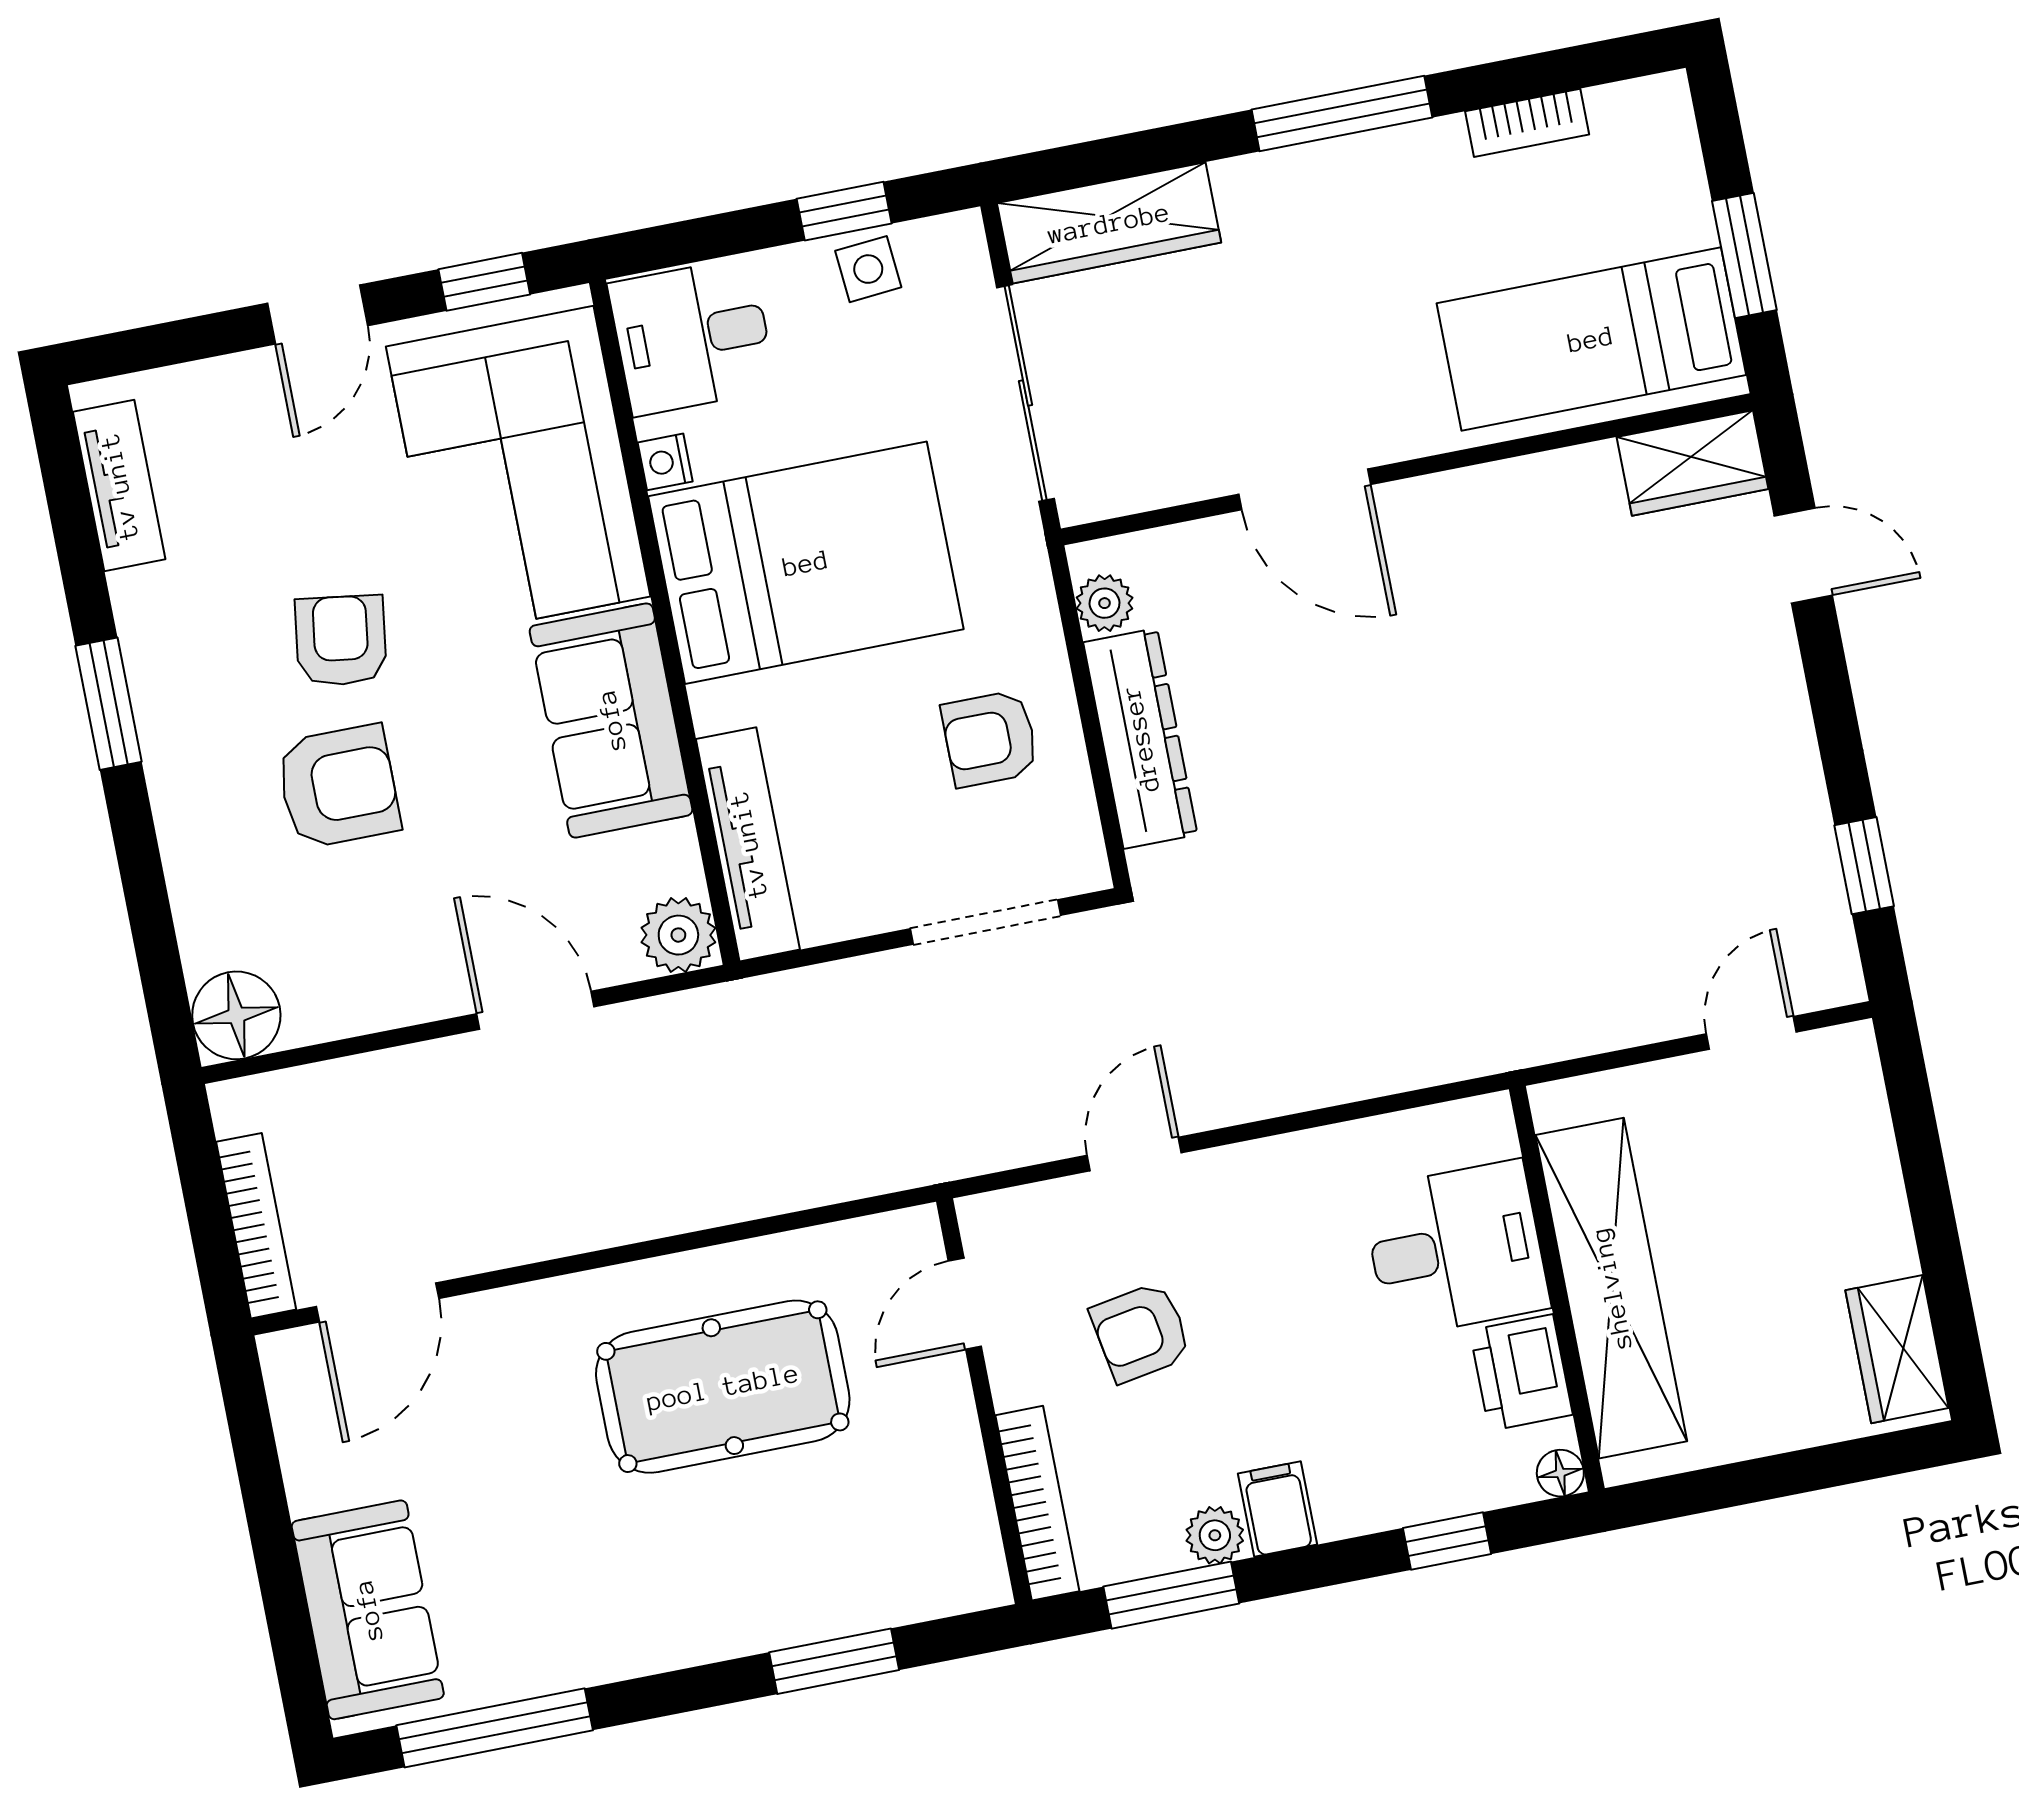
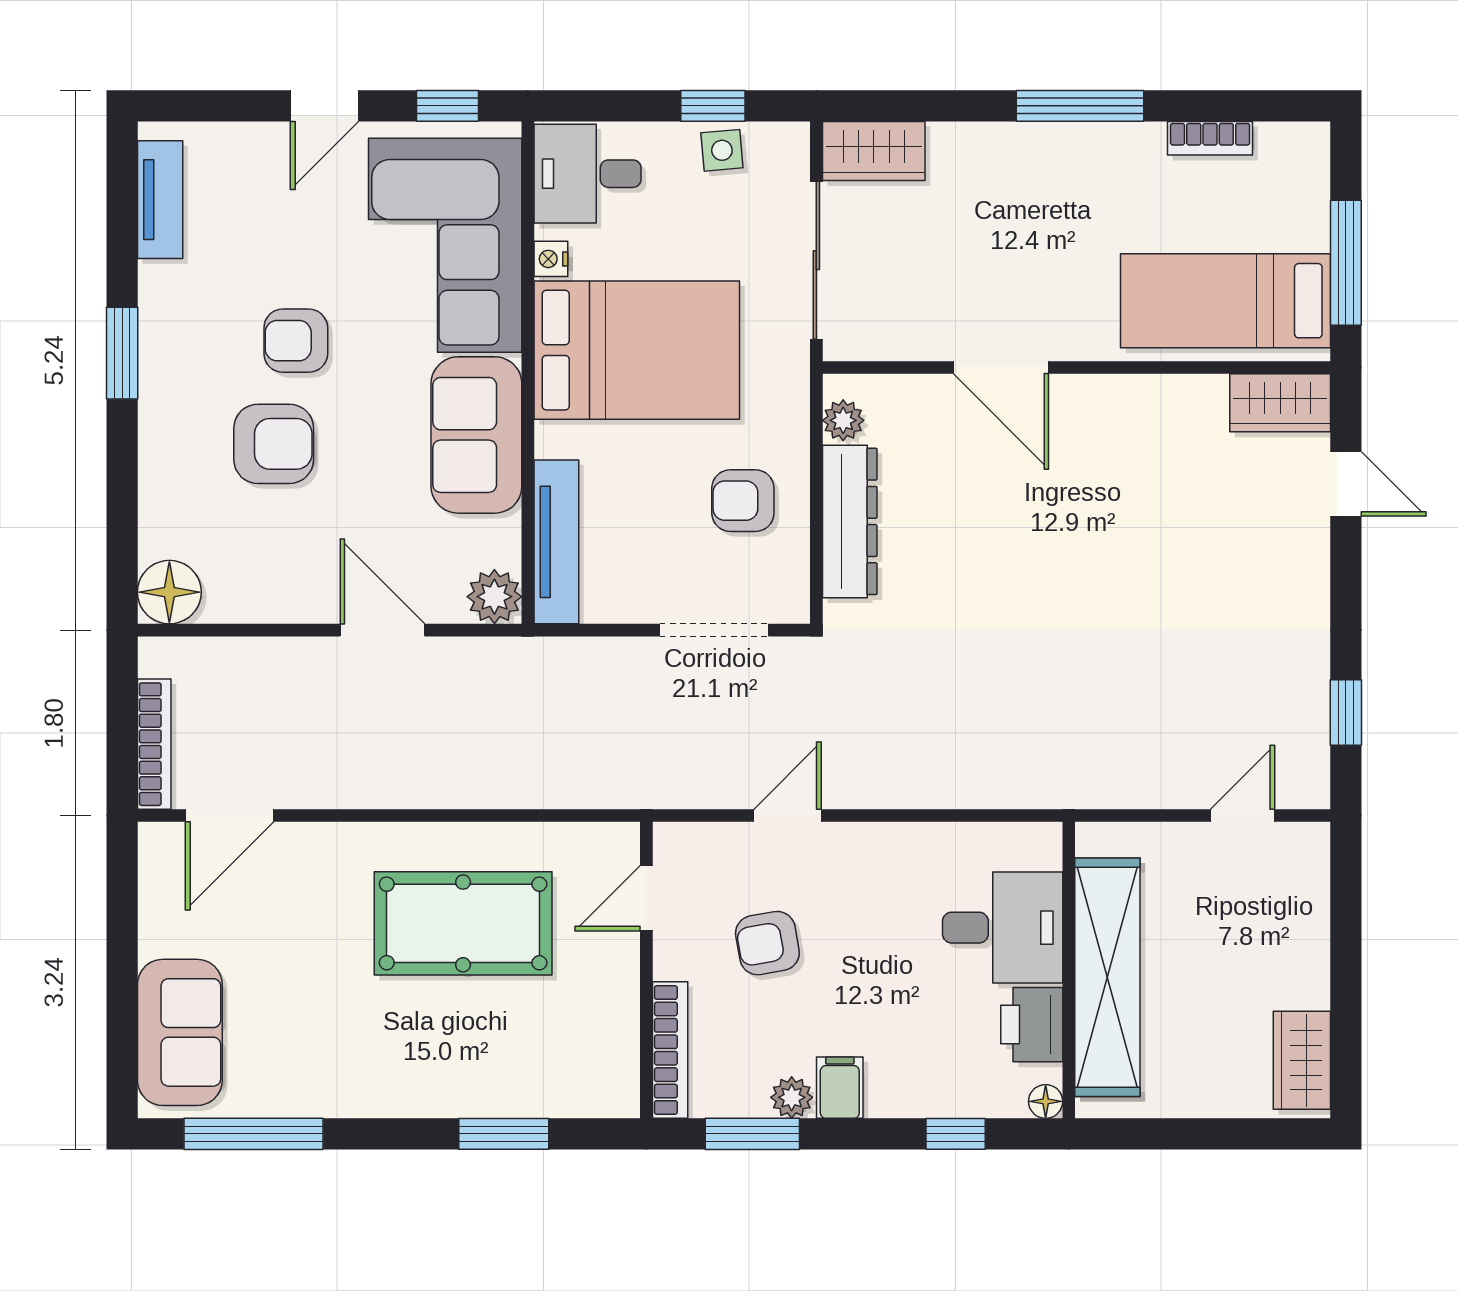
wardrobe: (1109, 223) -> (874, 151), width x0.67
window: (1744, 256) -> (1346, 263), width x1.44
armchair: (341, 641) -> (296, 341), turned -98

